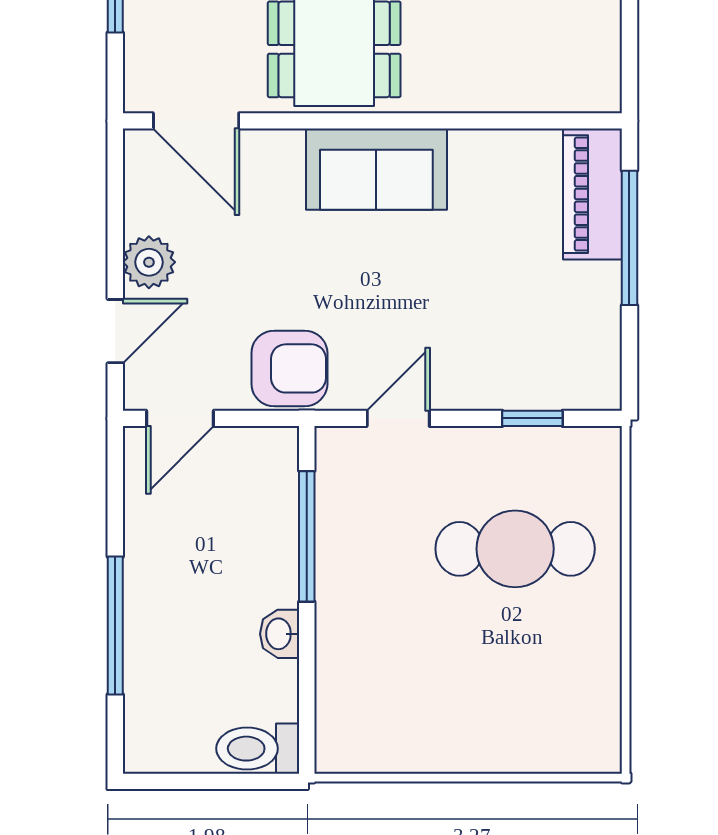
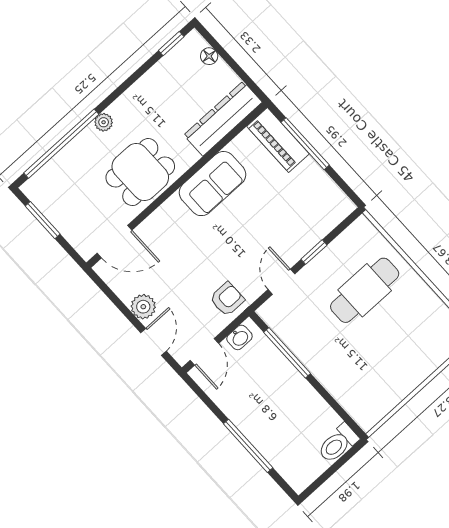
dresser: (537, 83) -> (223, 119), added
sofa: (376, 169) -> (213, 184), moved
armchair: (289, 368) -> (227, 299), width x0.72, depth x0.72
window: (532, 418) -> (314, 252), moved
washbasin: (280, 634) -> (239, 337), moved, turned -90

